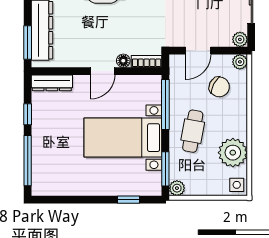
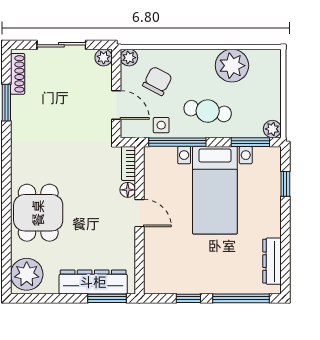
dresser: (52, 83) -> (272, 261), moved, turned 180
side table: (237, 185) -> (161, 125), moved

